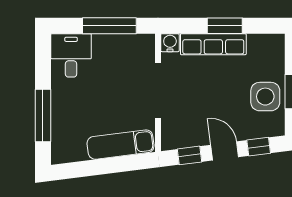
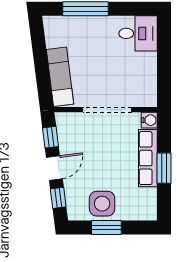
window: (109, 26) -> (164, 67), removed

